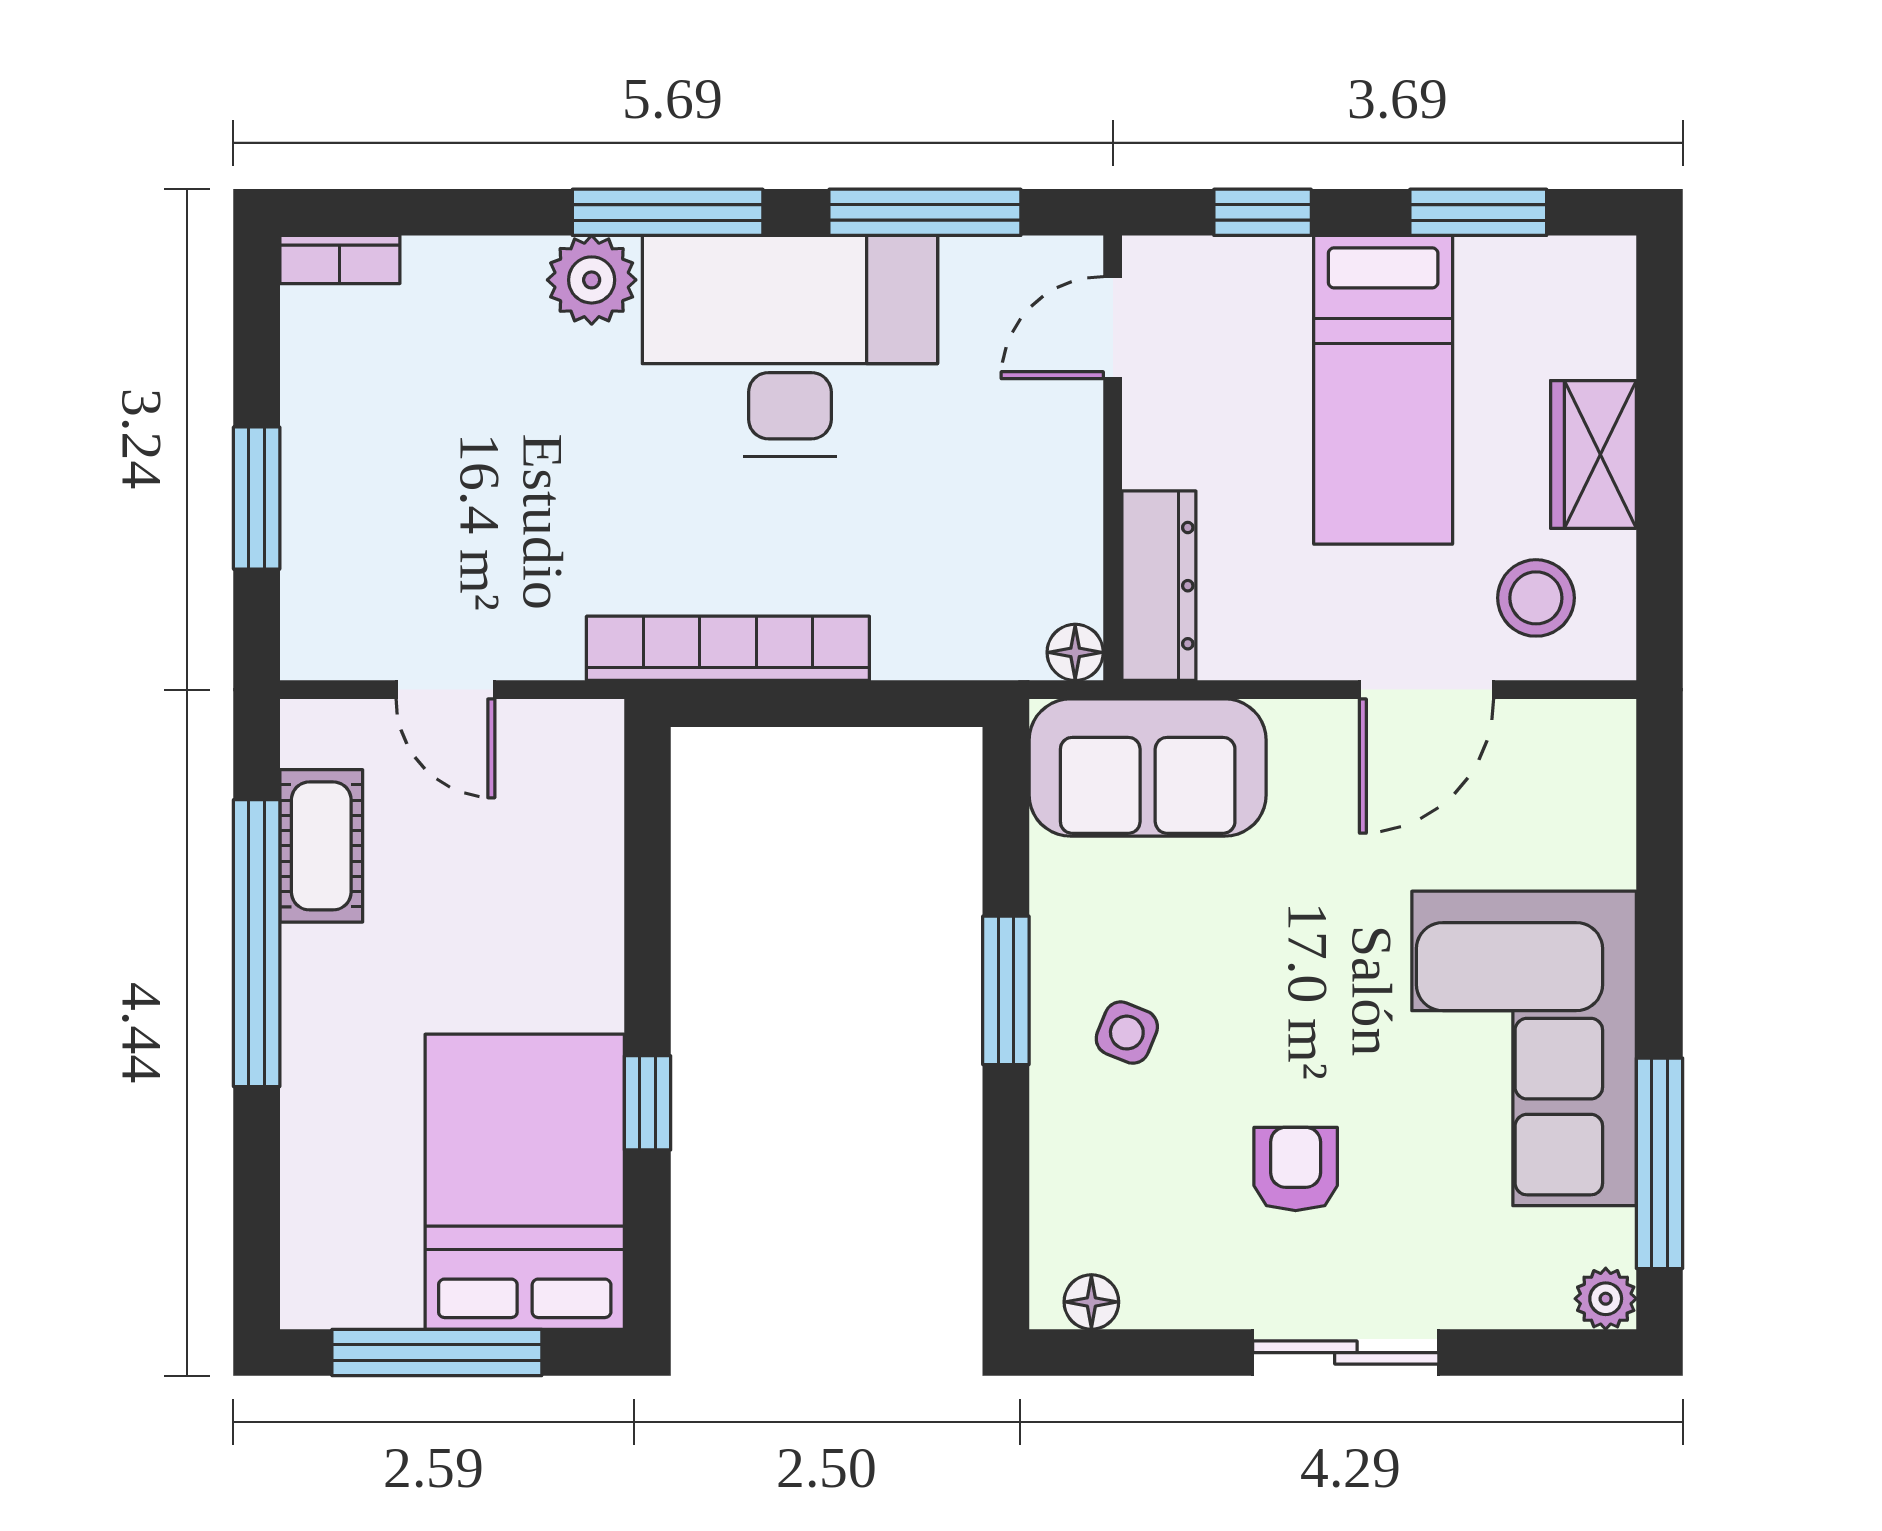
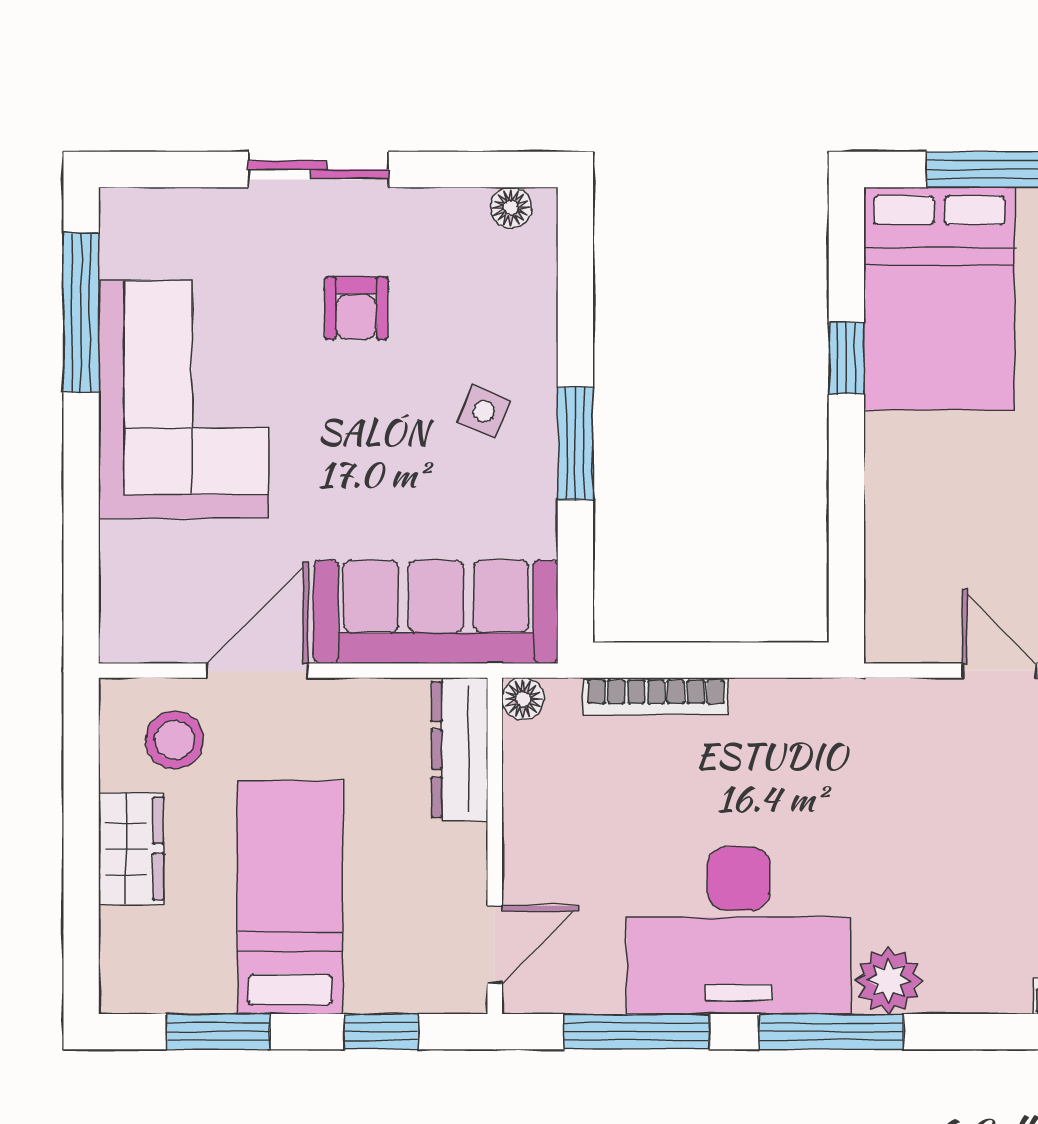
bookcase: (728, 648) -> (656, 696), moved, width x0.68, depth x0.76
sofa: (1148, 768) -> (436, 612), width x1.36
plant: (1606, 1299) -> (122, 210), removed

